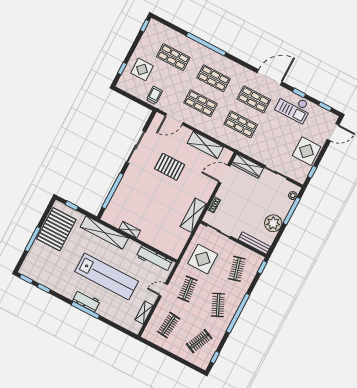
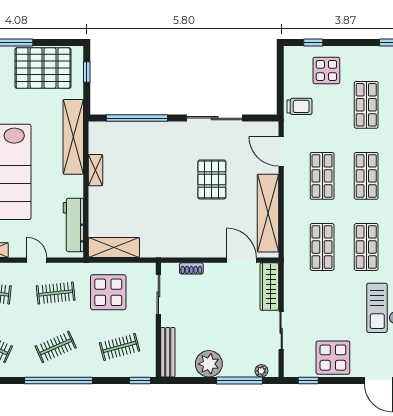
shelving: (205, 145) -> (268, 213), width x1.47
shelving: (193, 215) -> (114, 248), moved

